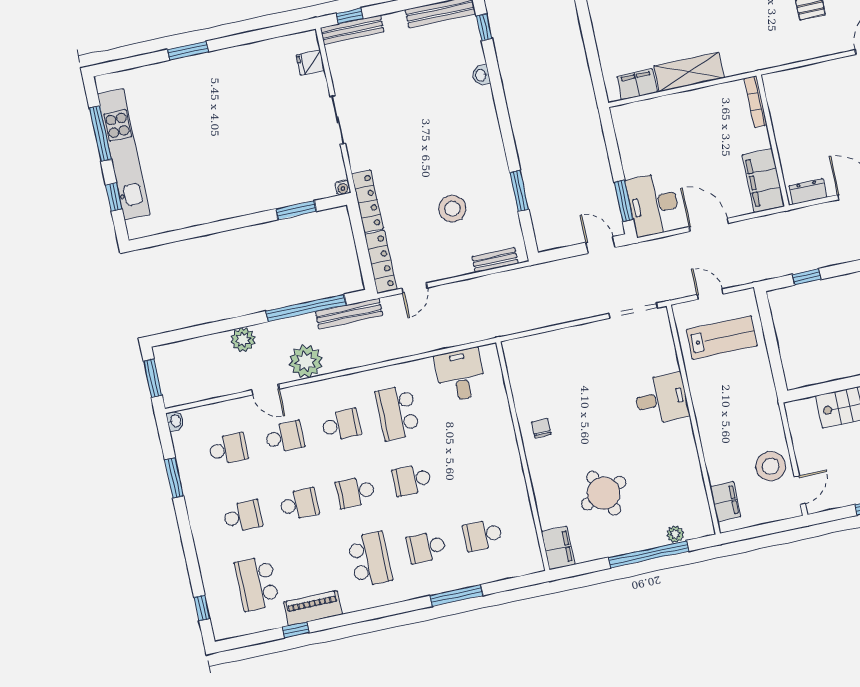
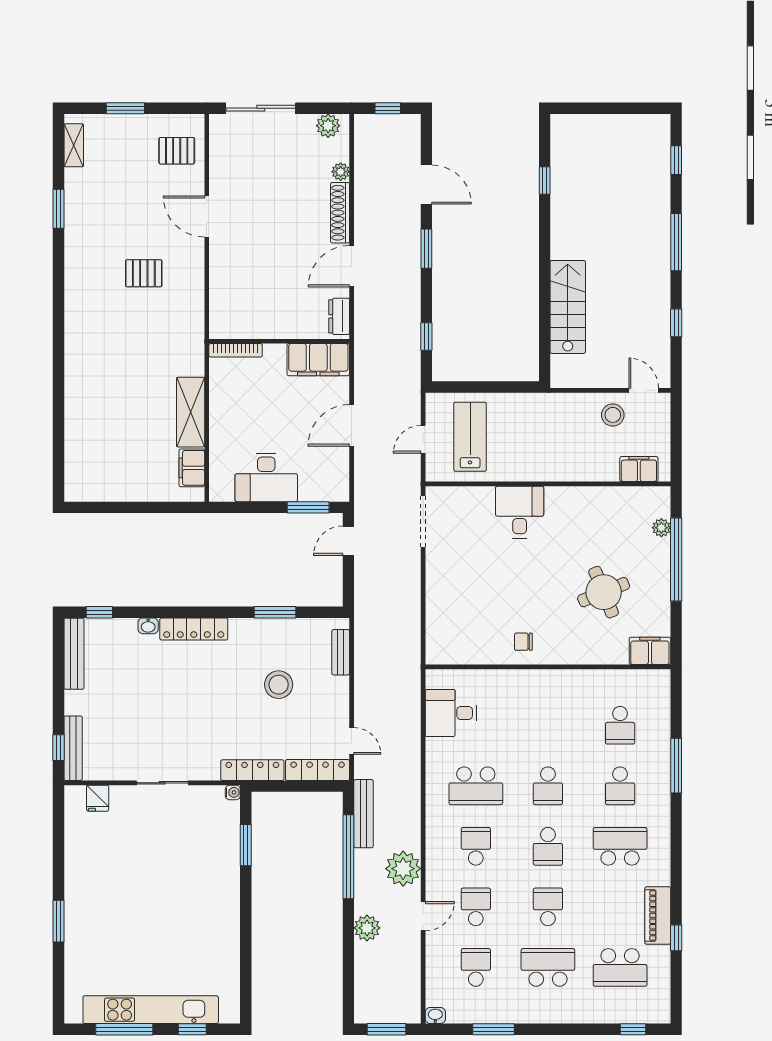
locker: (487, 118) -> (194, 629), added
desk: (654, 204) -> (266, 477), moved
stool: (771, 466) -> (613, 415), width x0.73, depth x0.73
school desk: (243, 516) -> (548, 967), width x1.85

